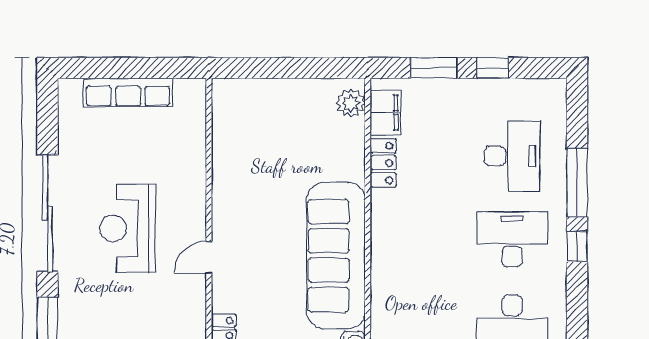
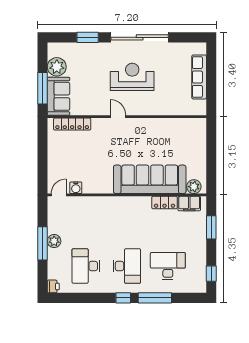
window: (493, 68) -> (211, 274), moved
desk: (512, 156) -> (168, 266), turned 180
sofa: (336, 256) -> (150, 179), moved

